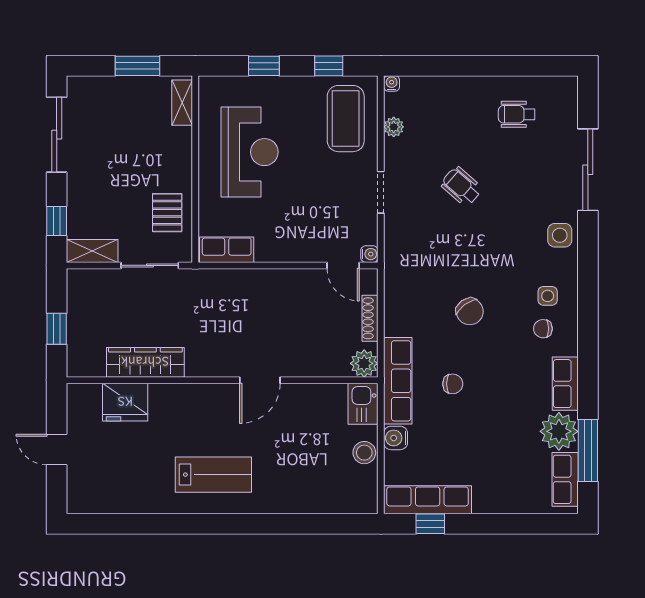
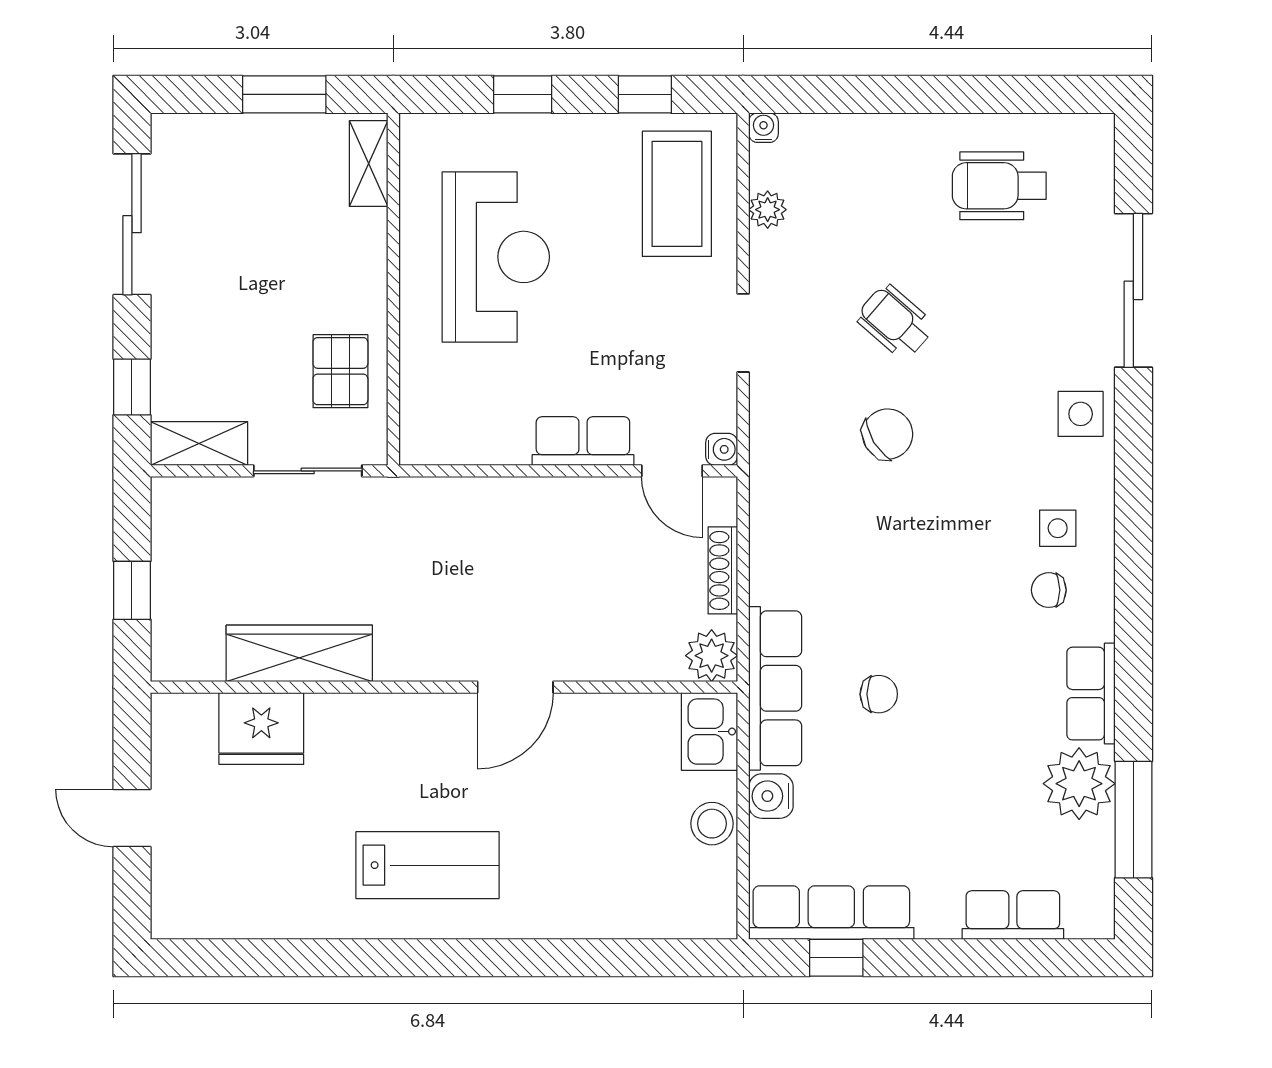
wheelchair: (517, 114) -> (999, 186), width x1.36, depth x1.37
row of seats: (227, 250) -> (583, 441), moved
chair: (470, 312) -> (887, 434), moved, turned -85
row of seats: (565, 479) -> (1013, 915), moved, turned 90

